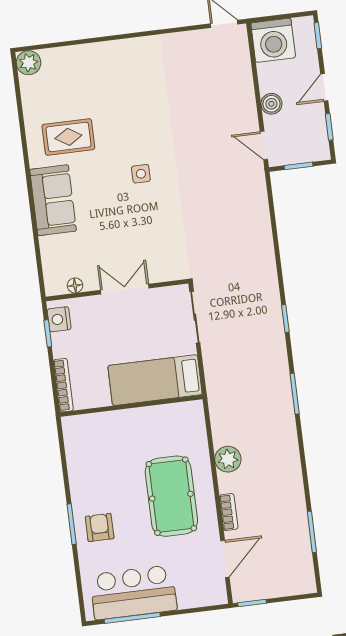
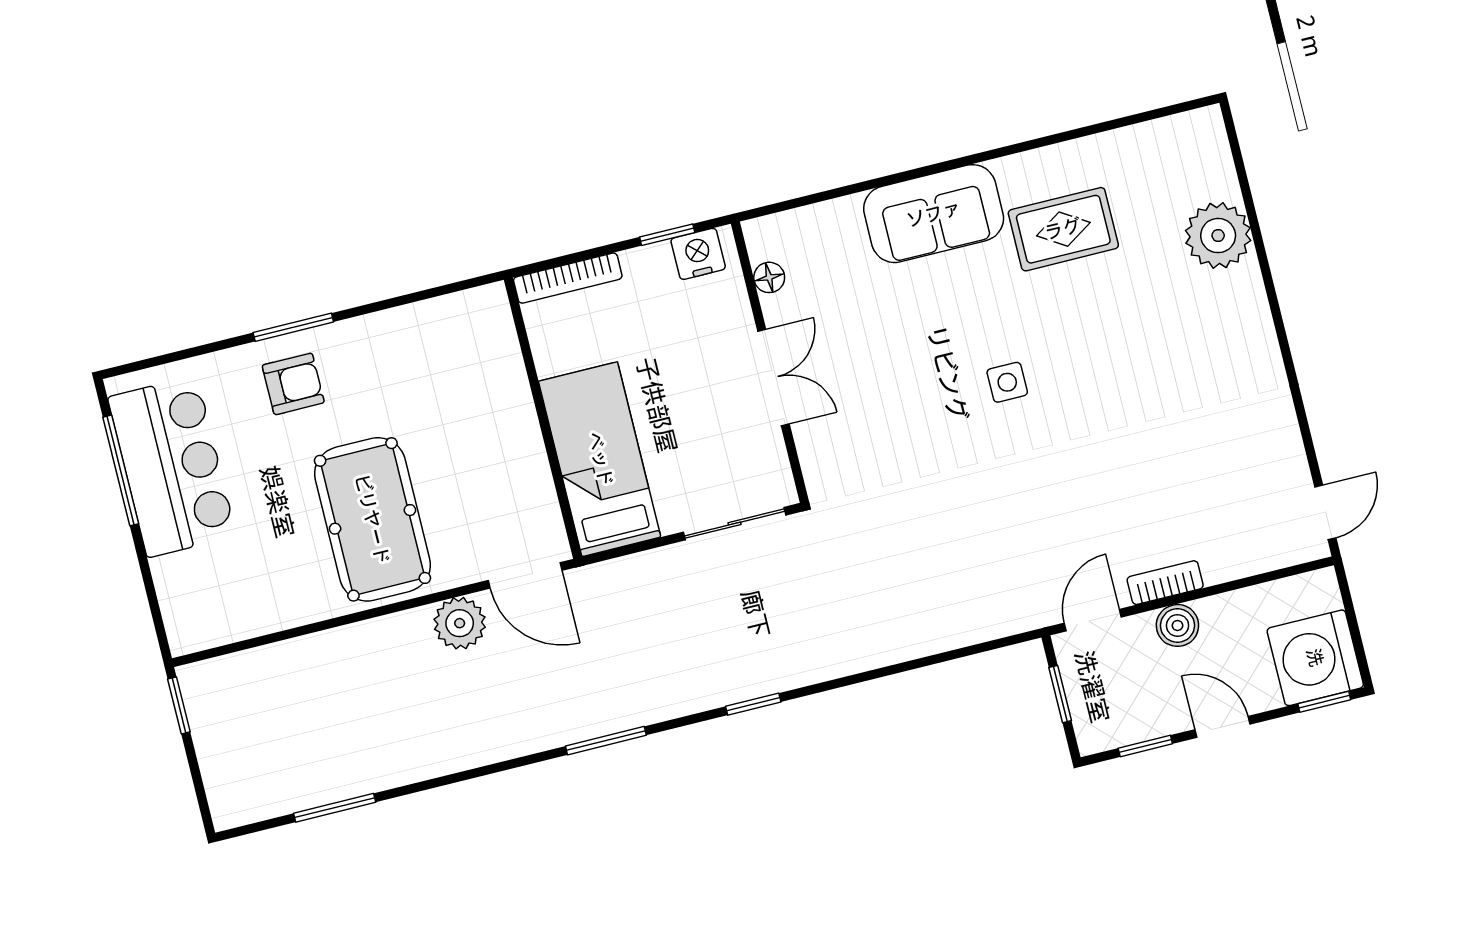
washing machine: (273, 40) -> (1315, 658), moved
plant: (29, 63) -> (1218, 236), moved, width x1.36, depth x1.36
rug: (68, 137) -> (1063, 229), turned 90
pool table: (171, 496) -> (372, 519), turned 90
bookcase: (229, 512) -> (1165, 583), moved, turned 180
door: (225, 559) -> (525, 575), moved

